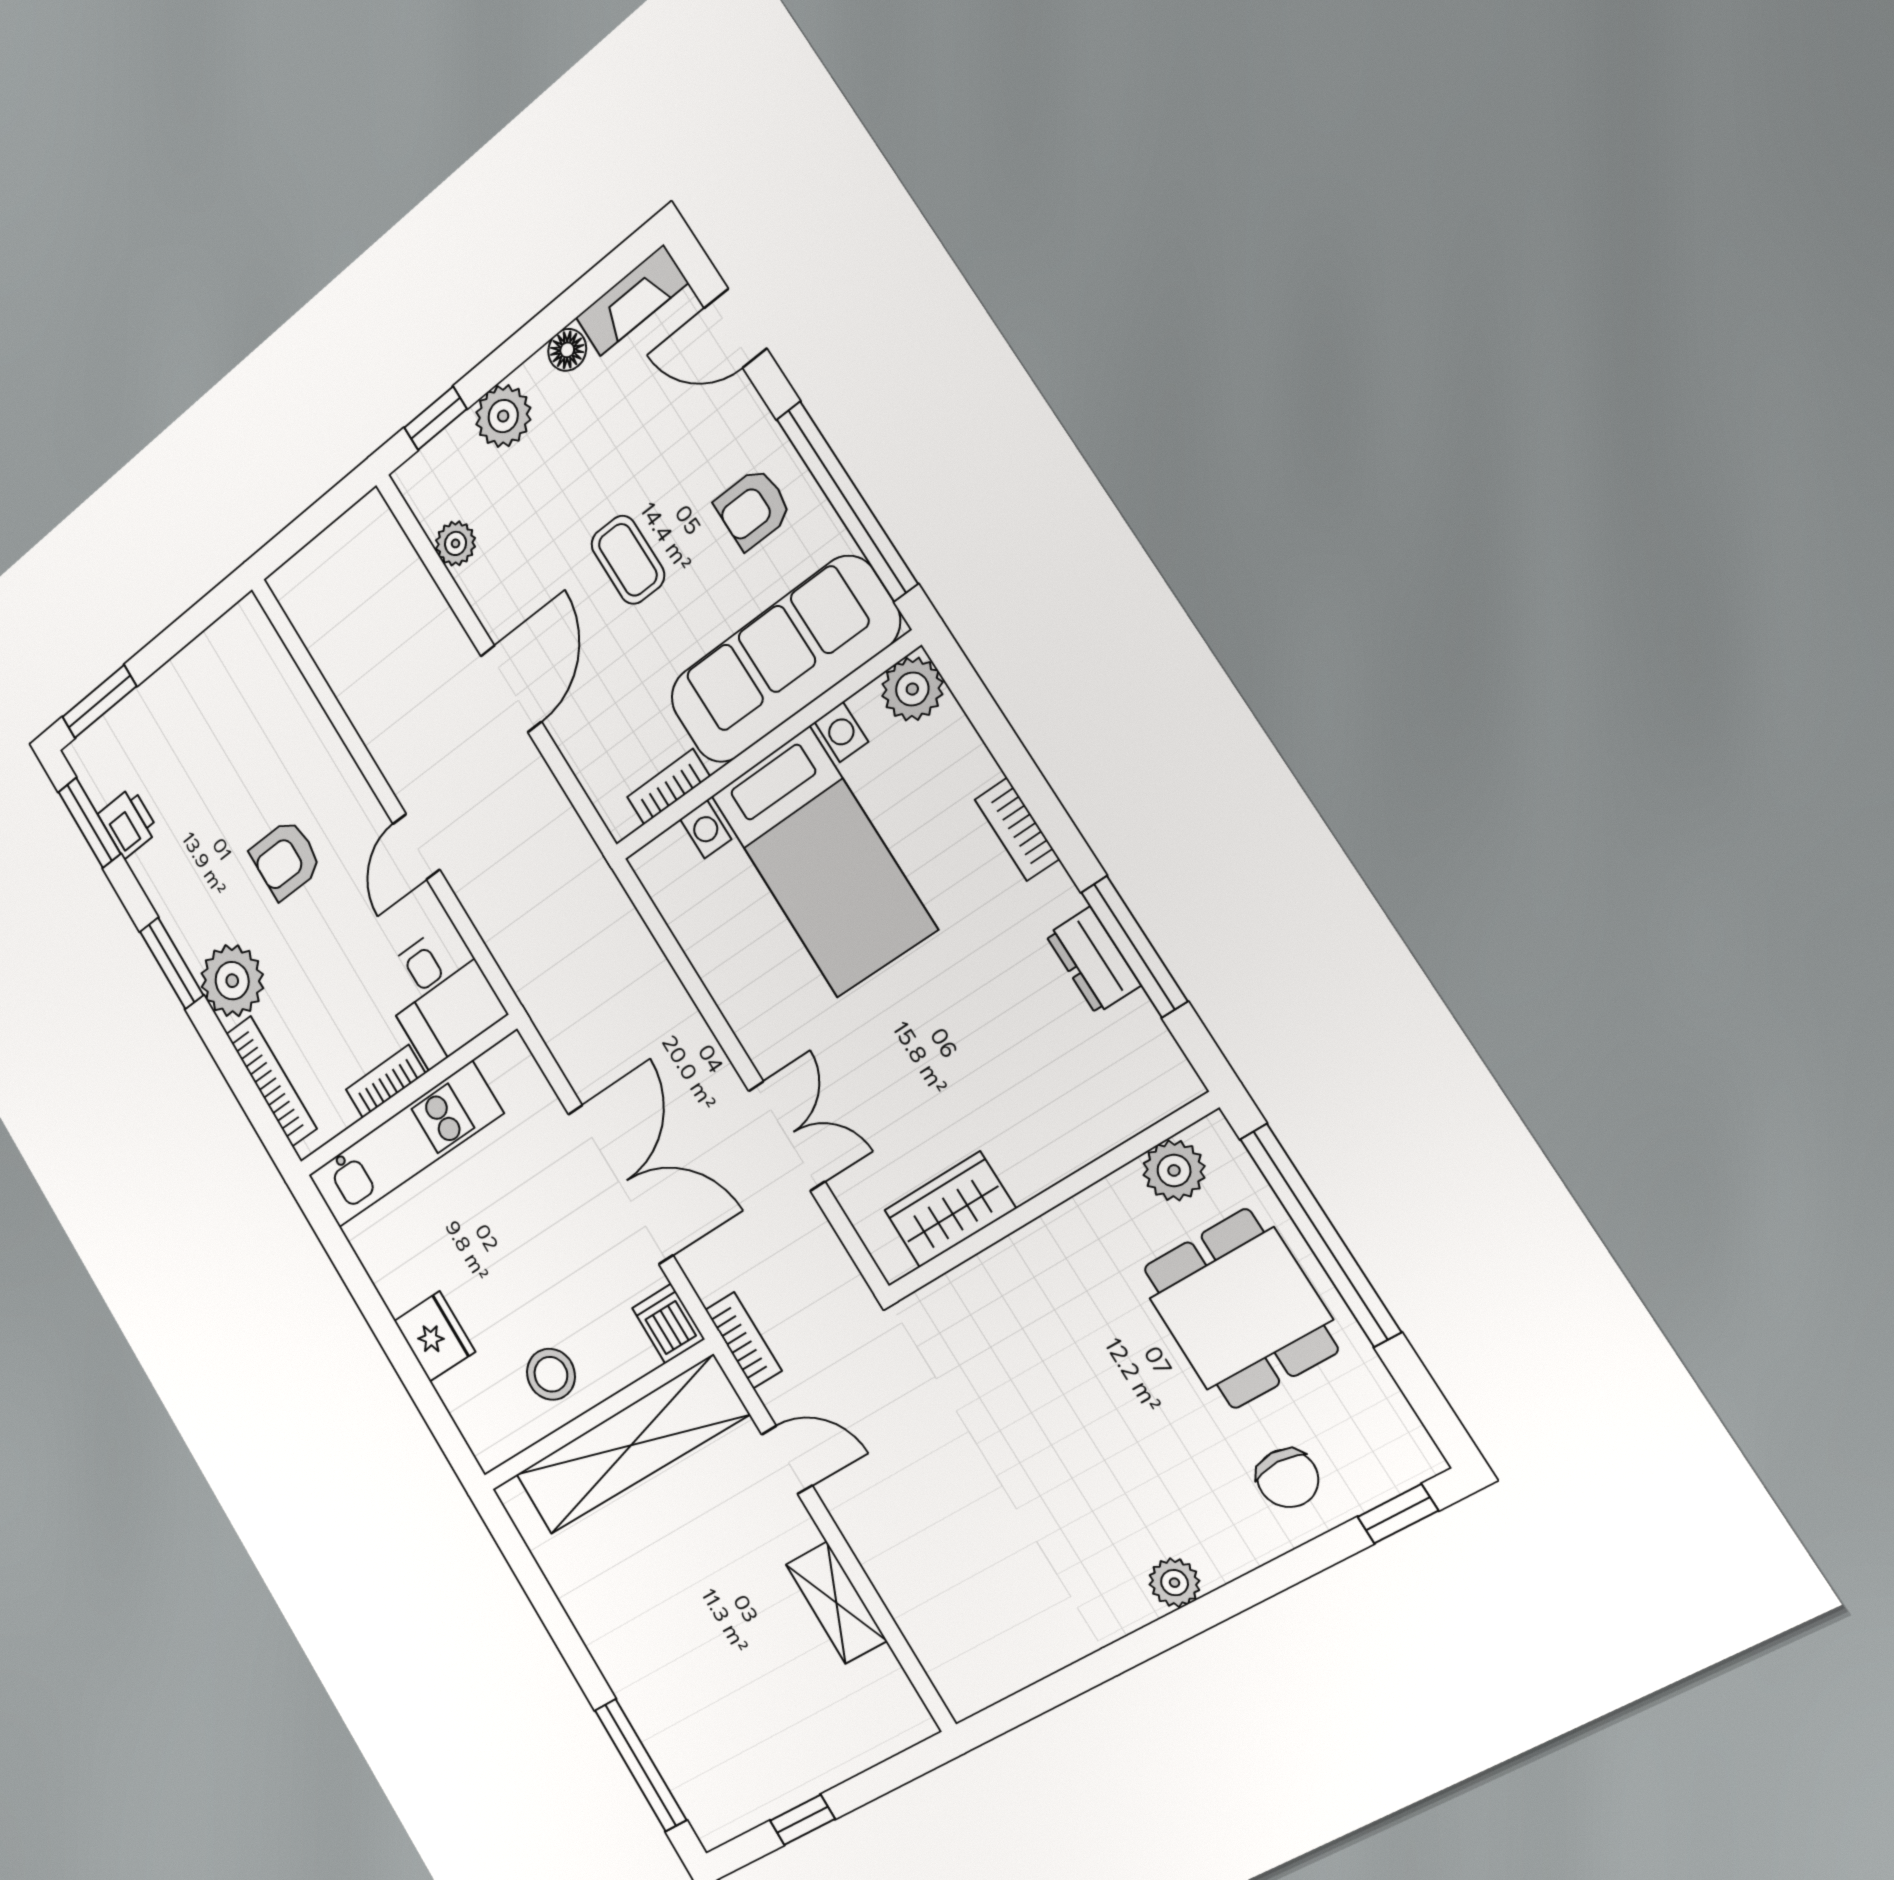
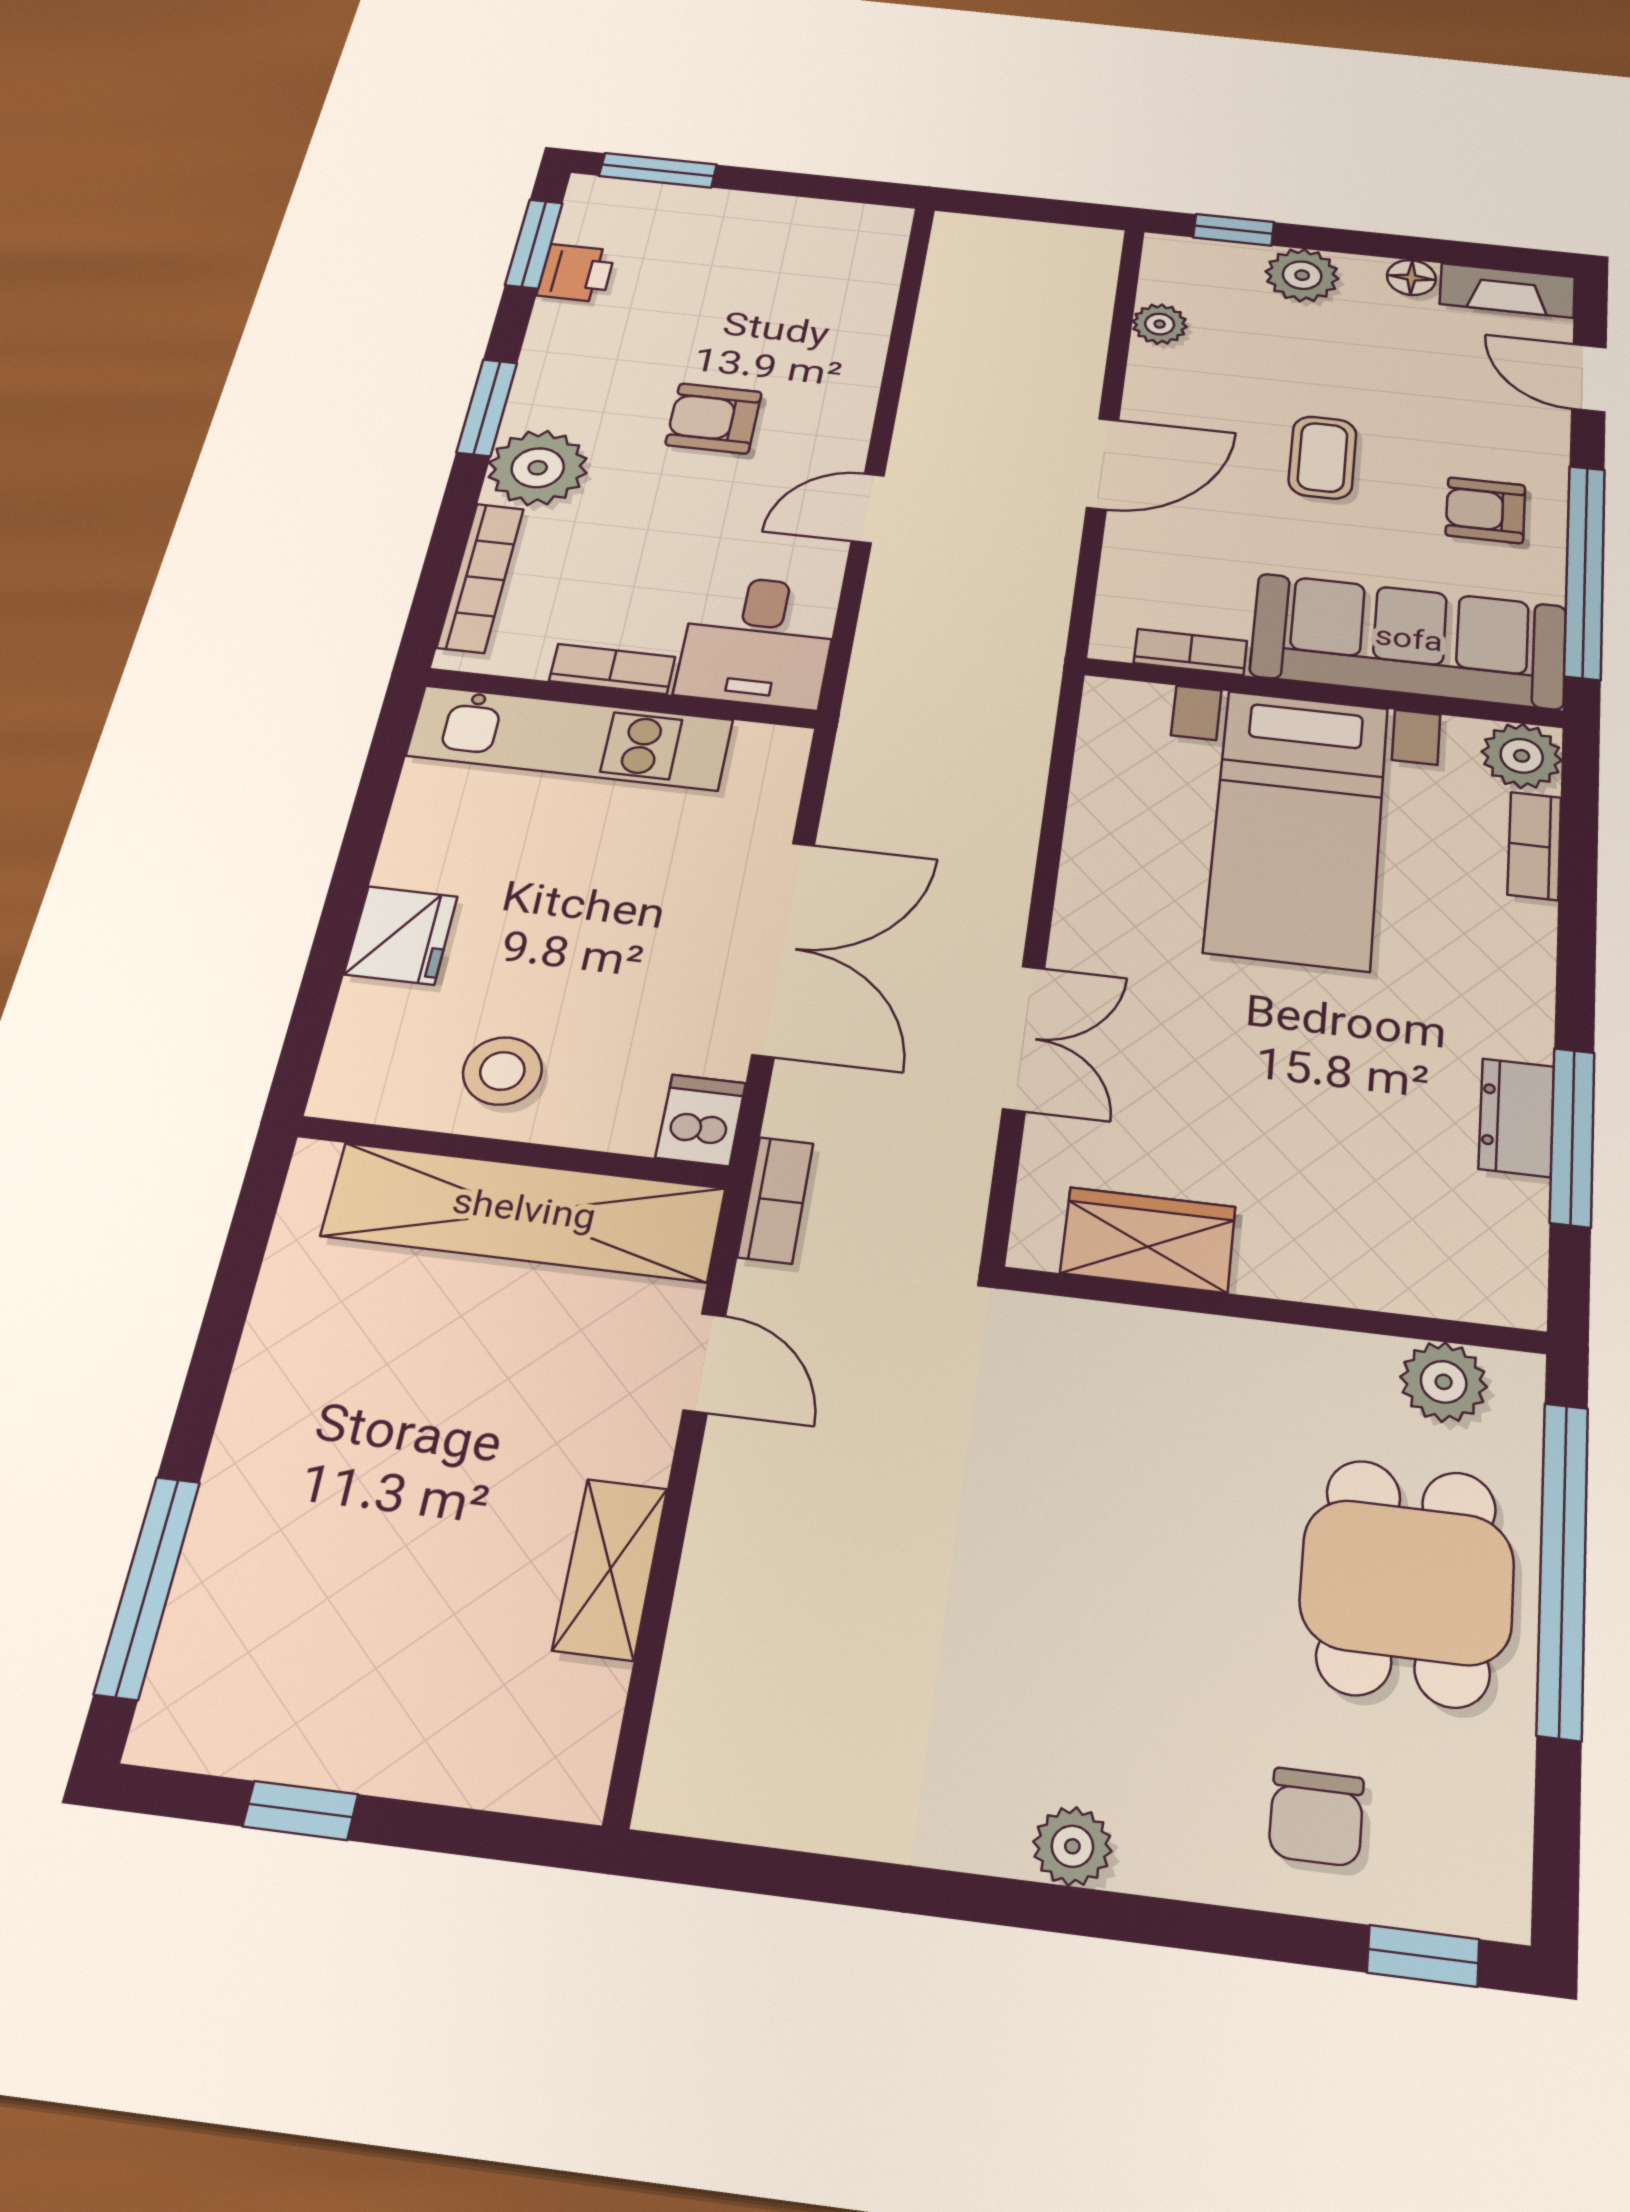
bookcase: (1017, 829) -> (1534, 846), moved

